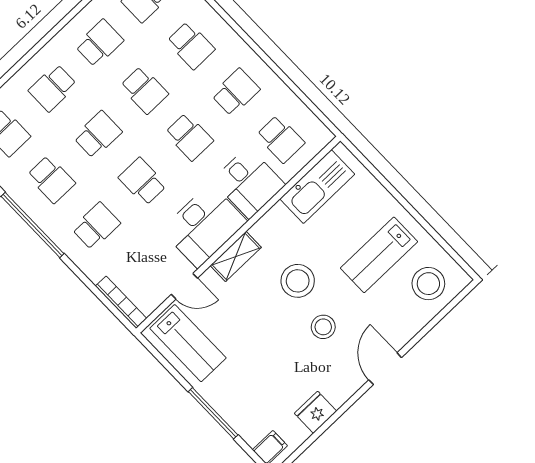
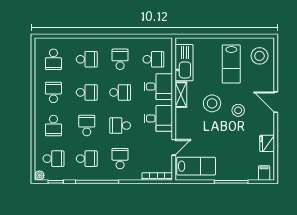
desk: (204, 226) -> (158, 118), width x0.73
shelving: (236, 256) -> (181, 95), moved

